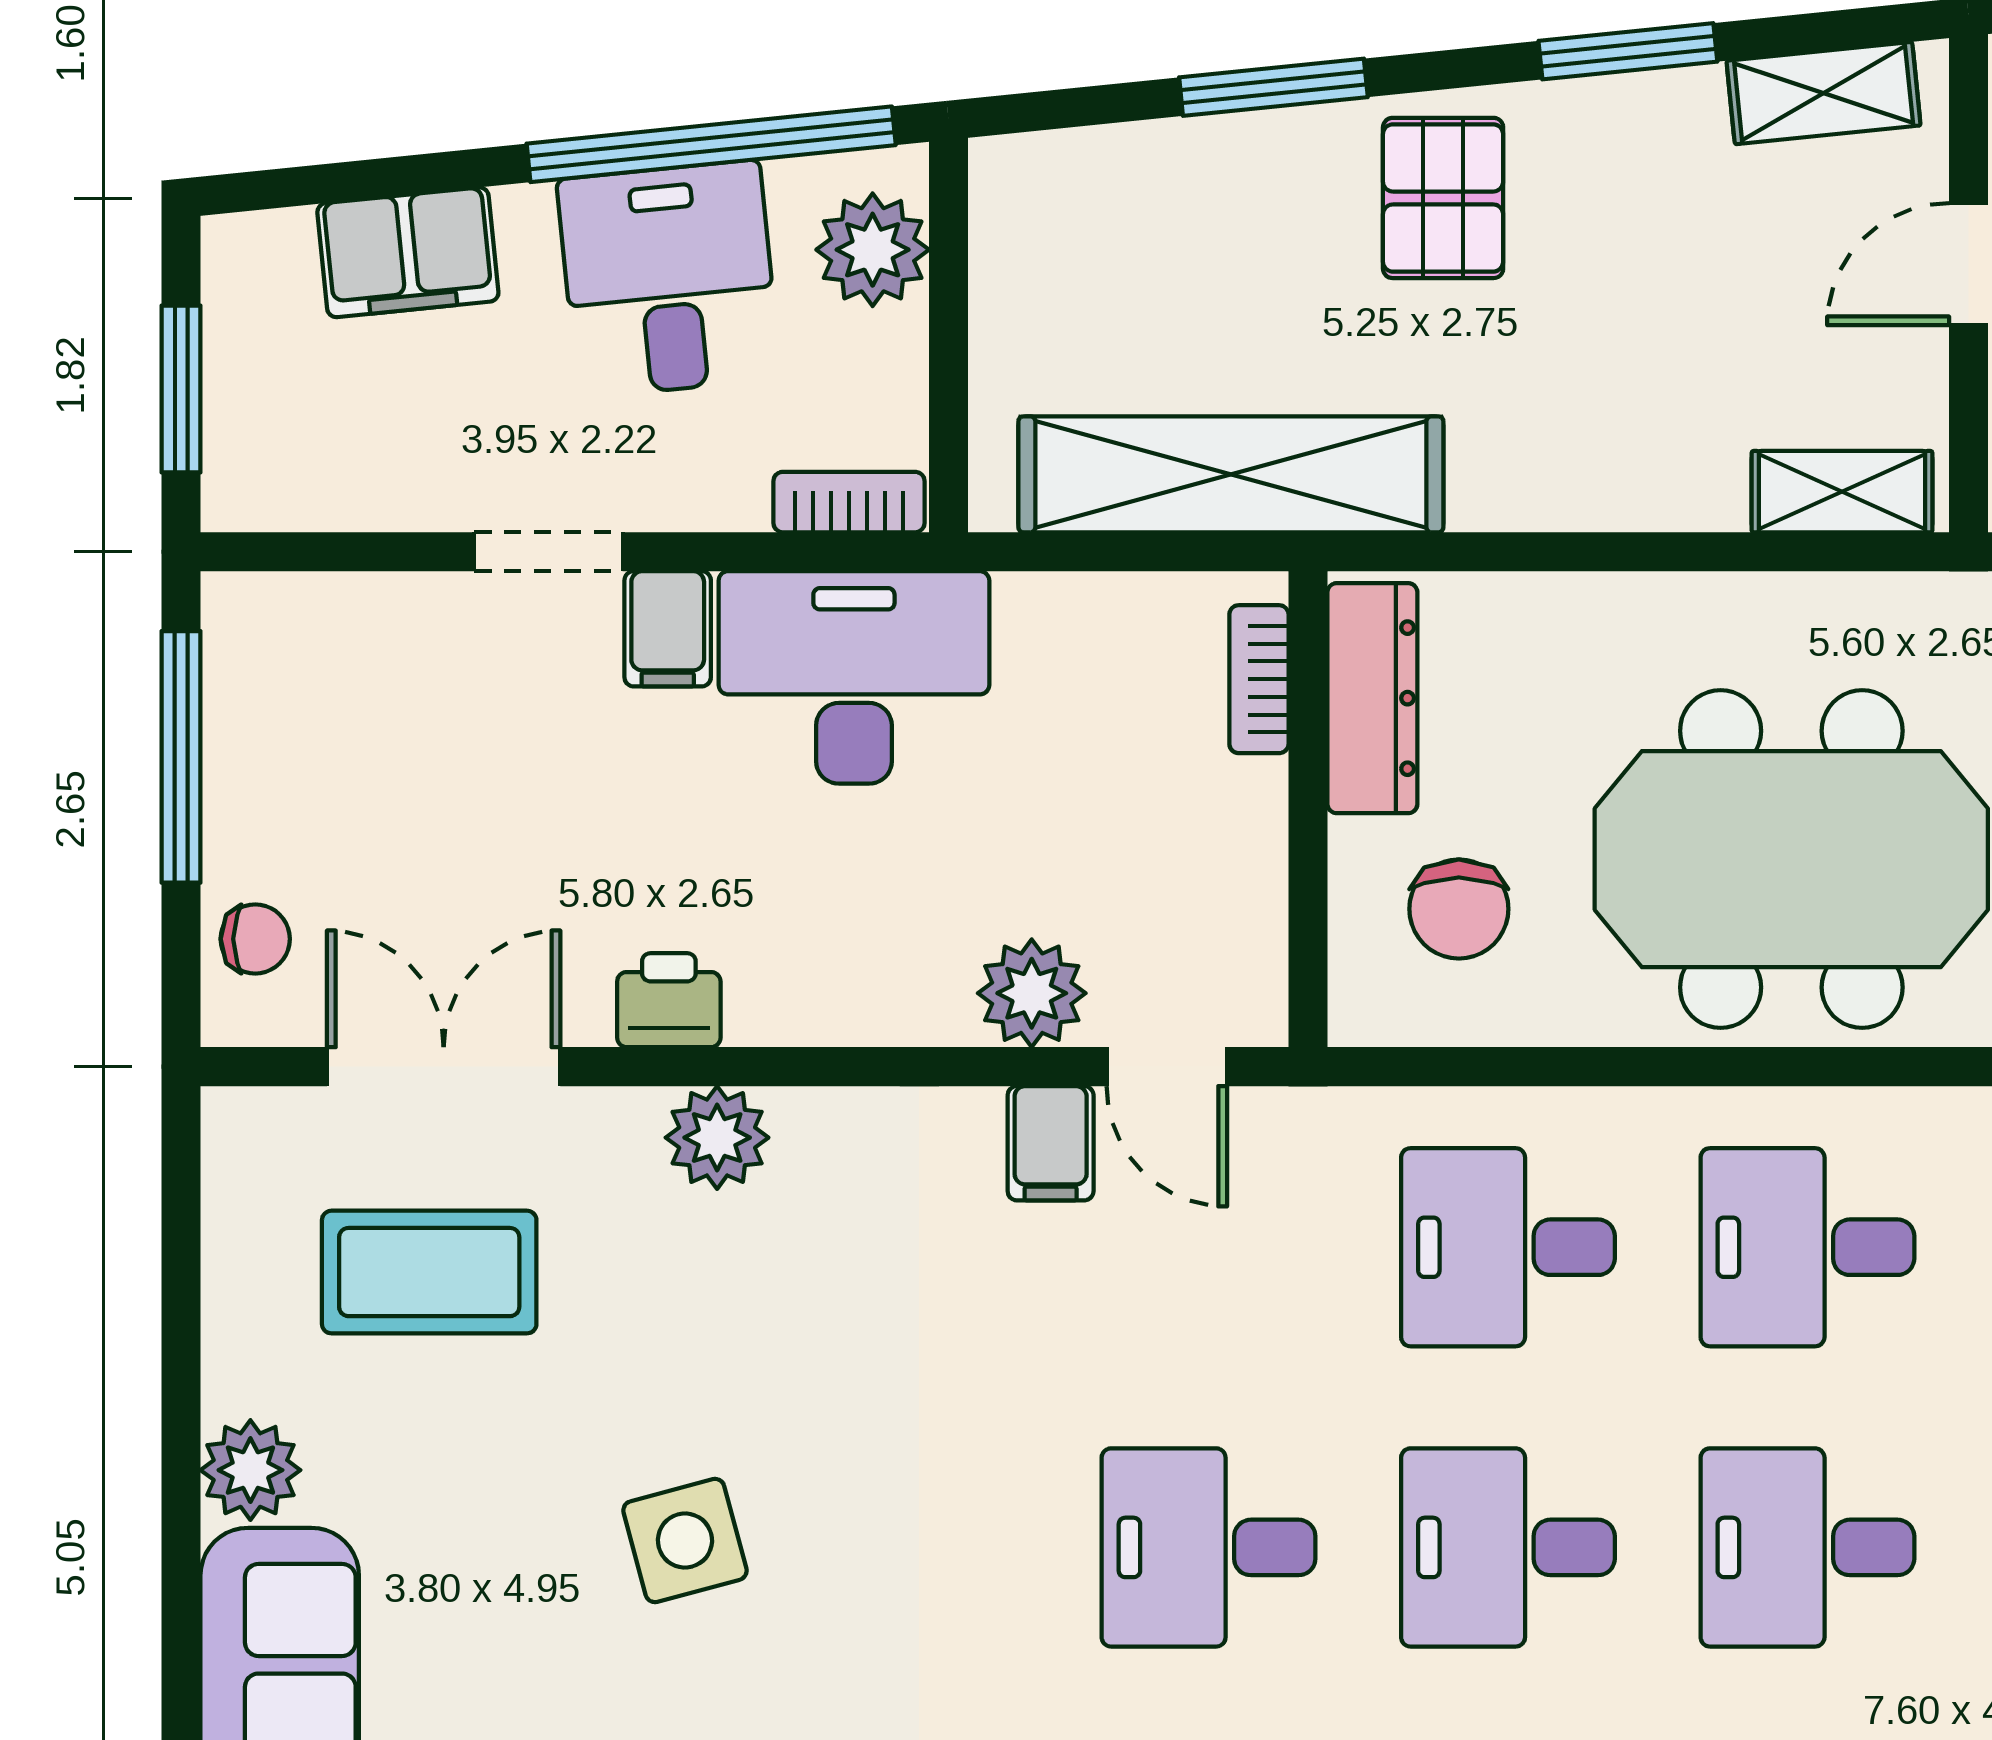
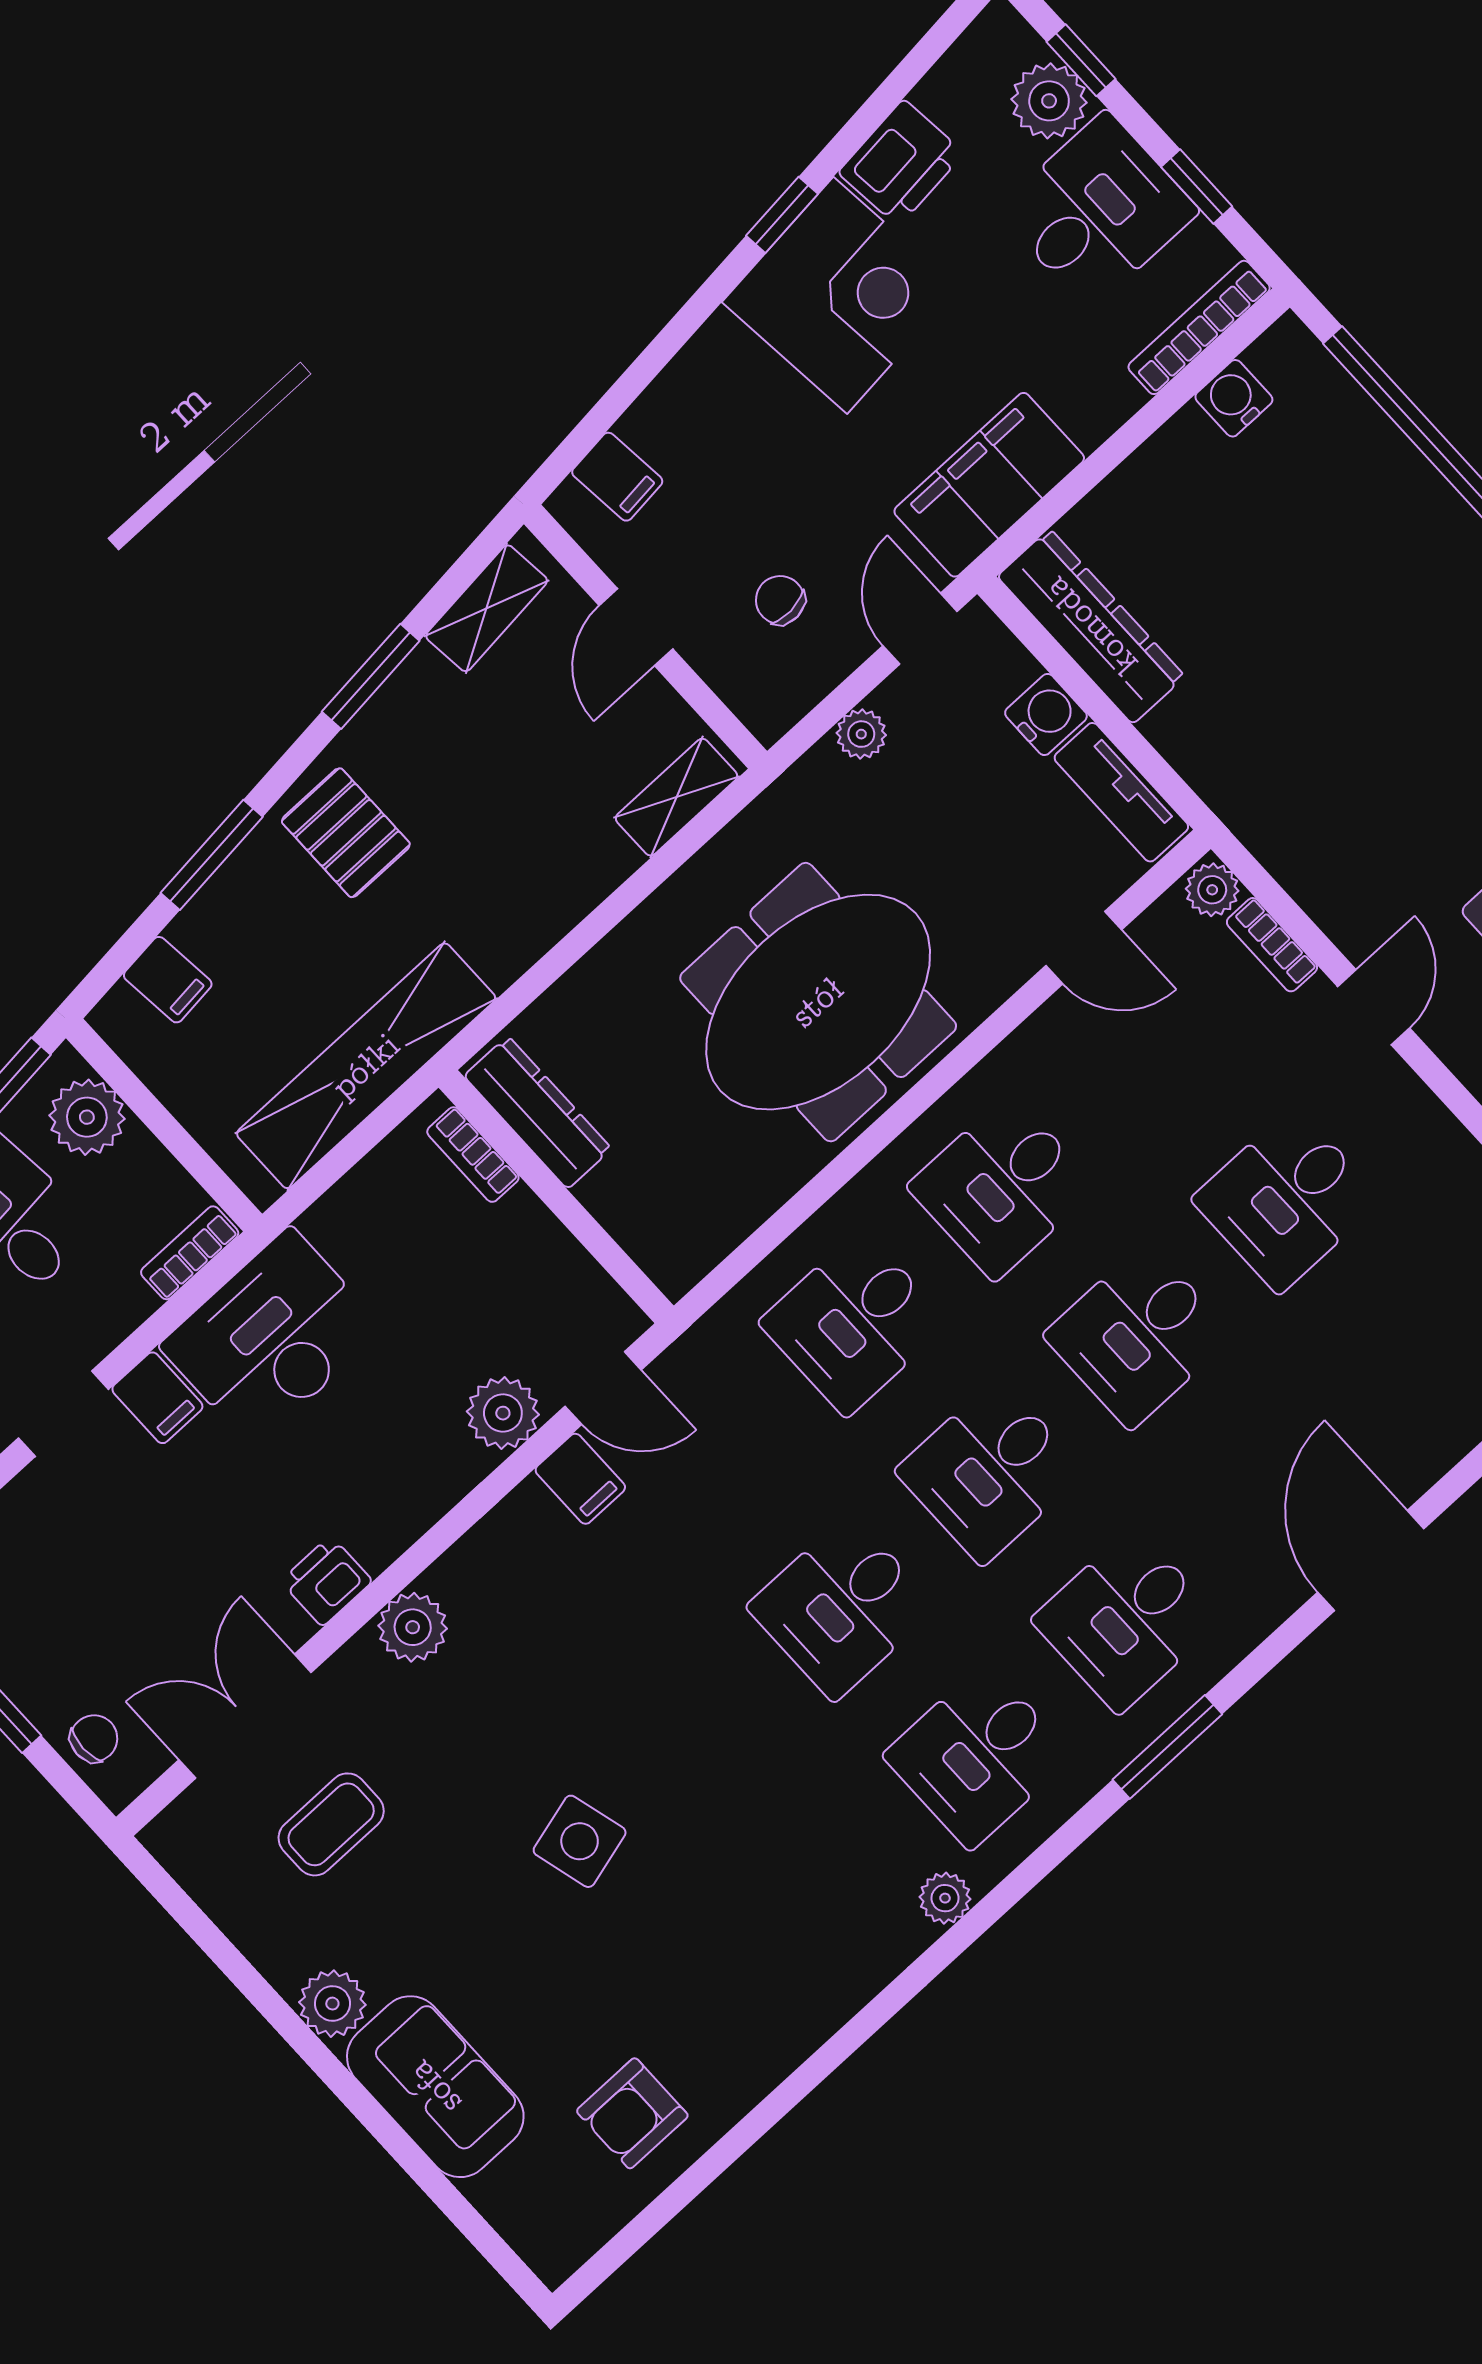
filing cabinet: (1100, 180) -> (168, 980), added
chair: (1459, 909) -> (676, 1178), removed
coffee table: (429, 1272) -> (331, 1824), width x0.73, depth x0.77

